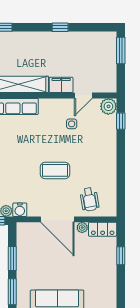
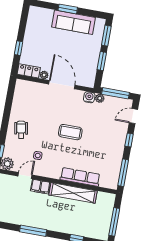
window: (60, 27) -> (33, 231), width x2.17
coffee table: (55, 170) -> (70, 132), moved
wheelchair: (89, 199) -> (21, 130), moved

